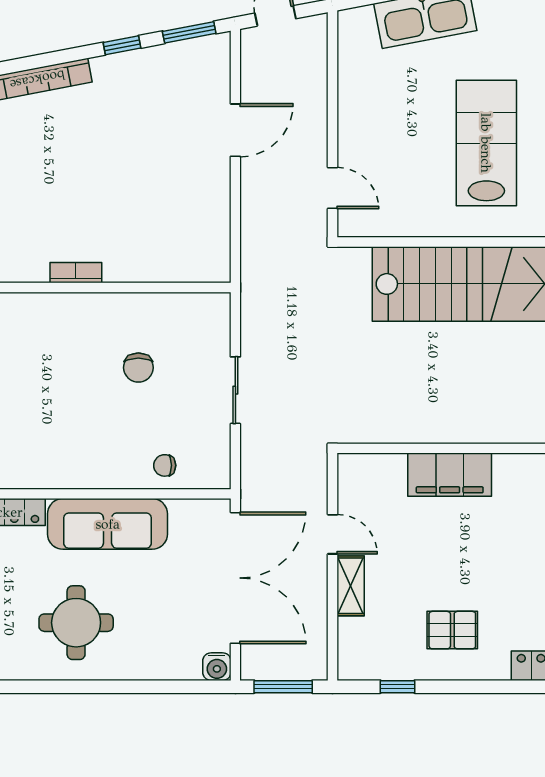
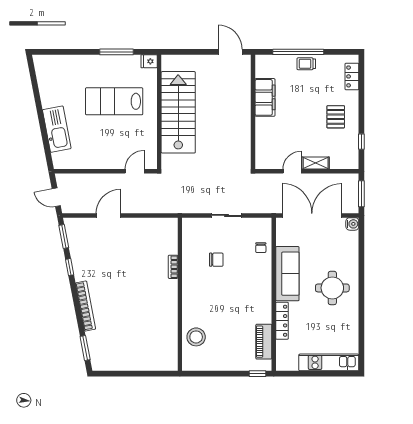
door: (235, 130) -> (108, 215), hinge flipped
bookcase: (76, 273) -> (173, 267), moved
filing cabinet: (450, 475) -> (265, 97), moved

